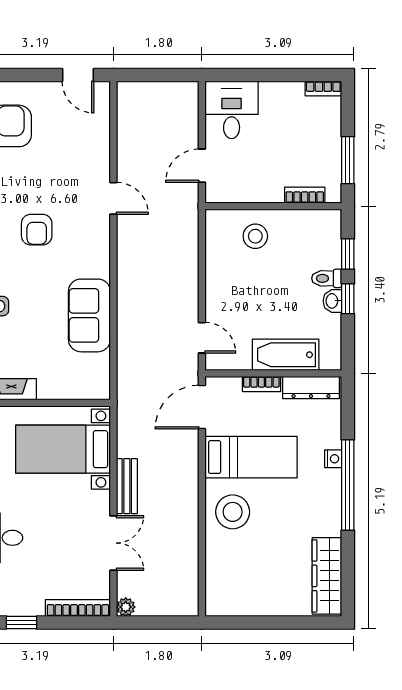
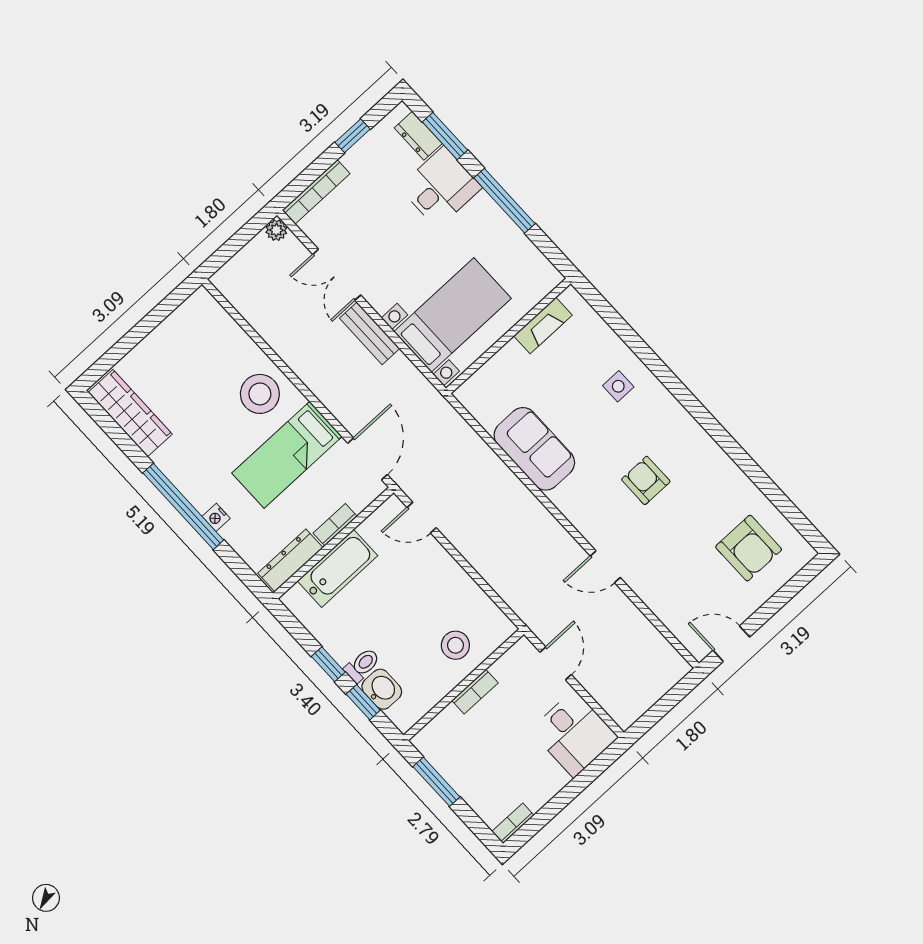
bookcase: (305, 195) -> (475, 692), moved
washbasin: (332, 301) -> (382, 689), moved, width x1.38, depth x1.45

